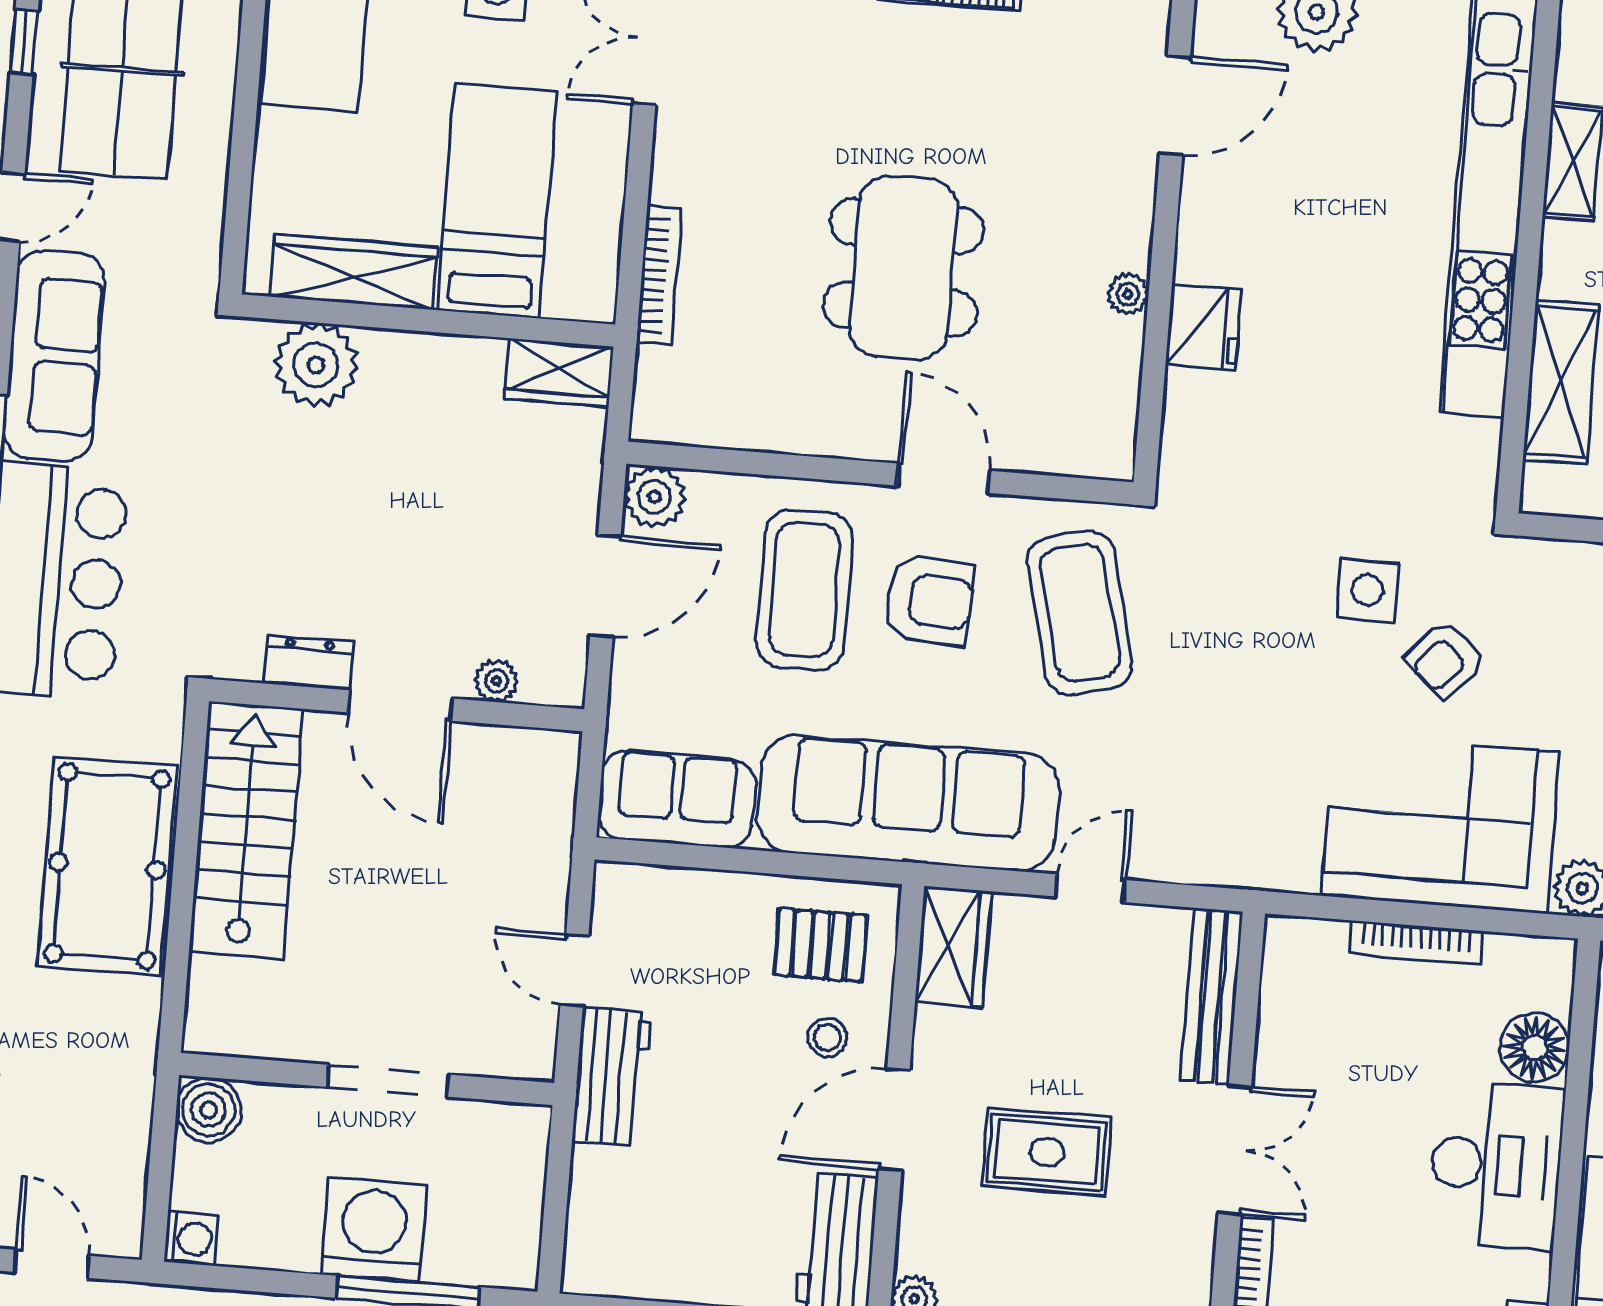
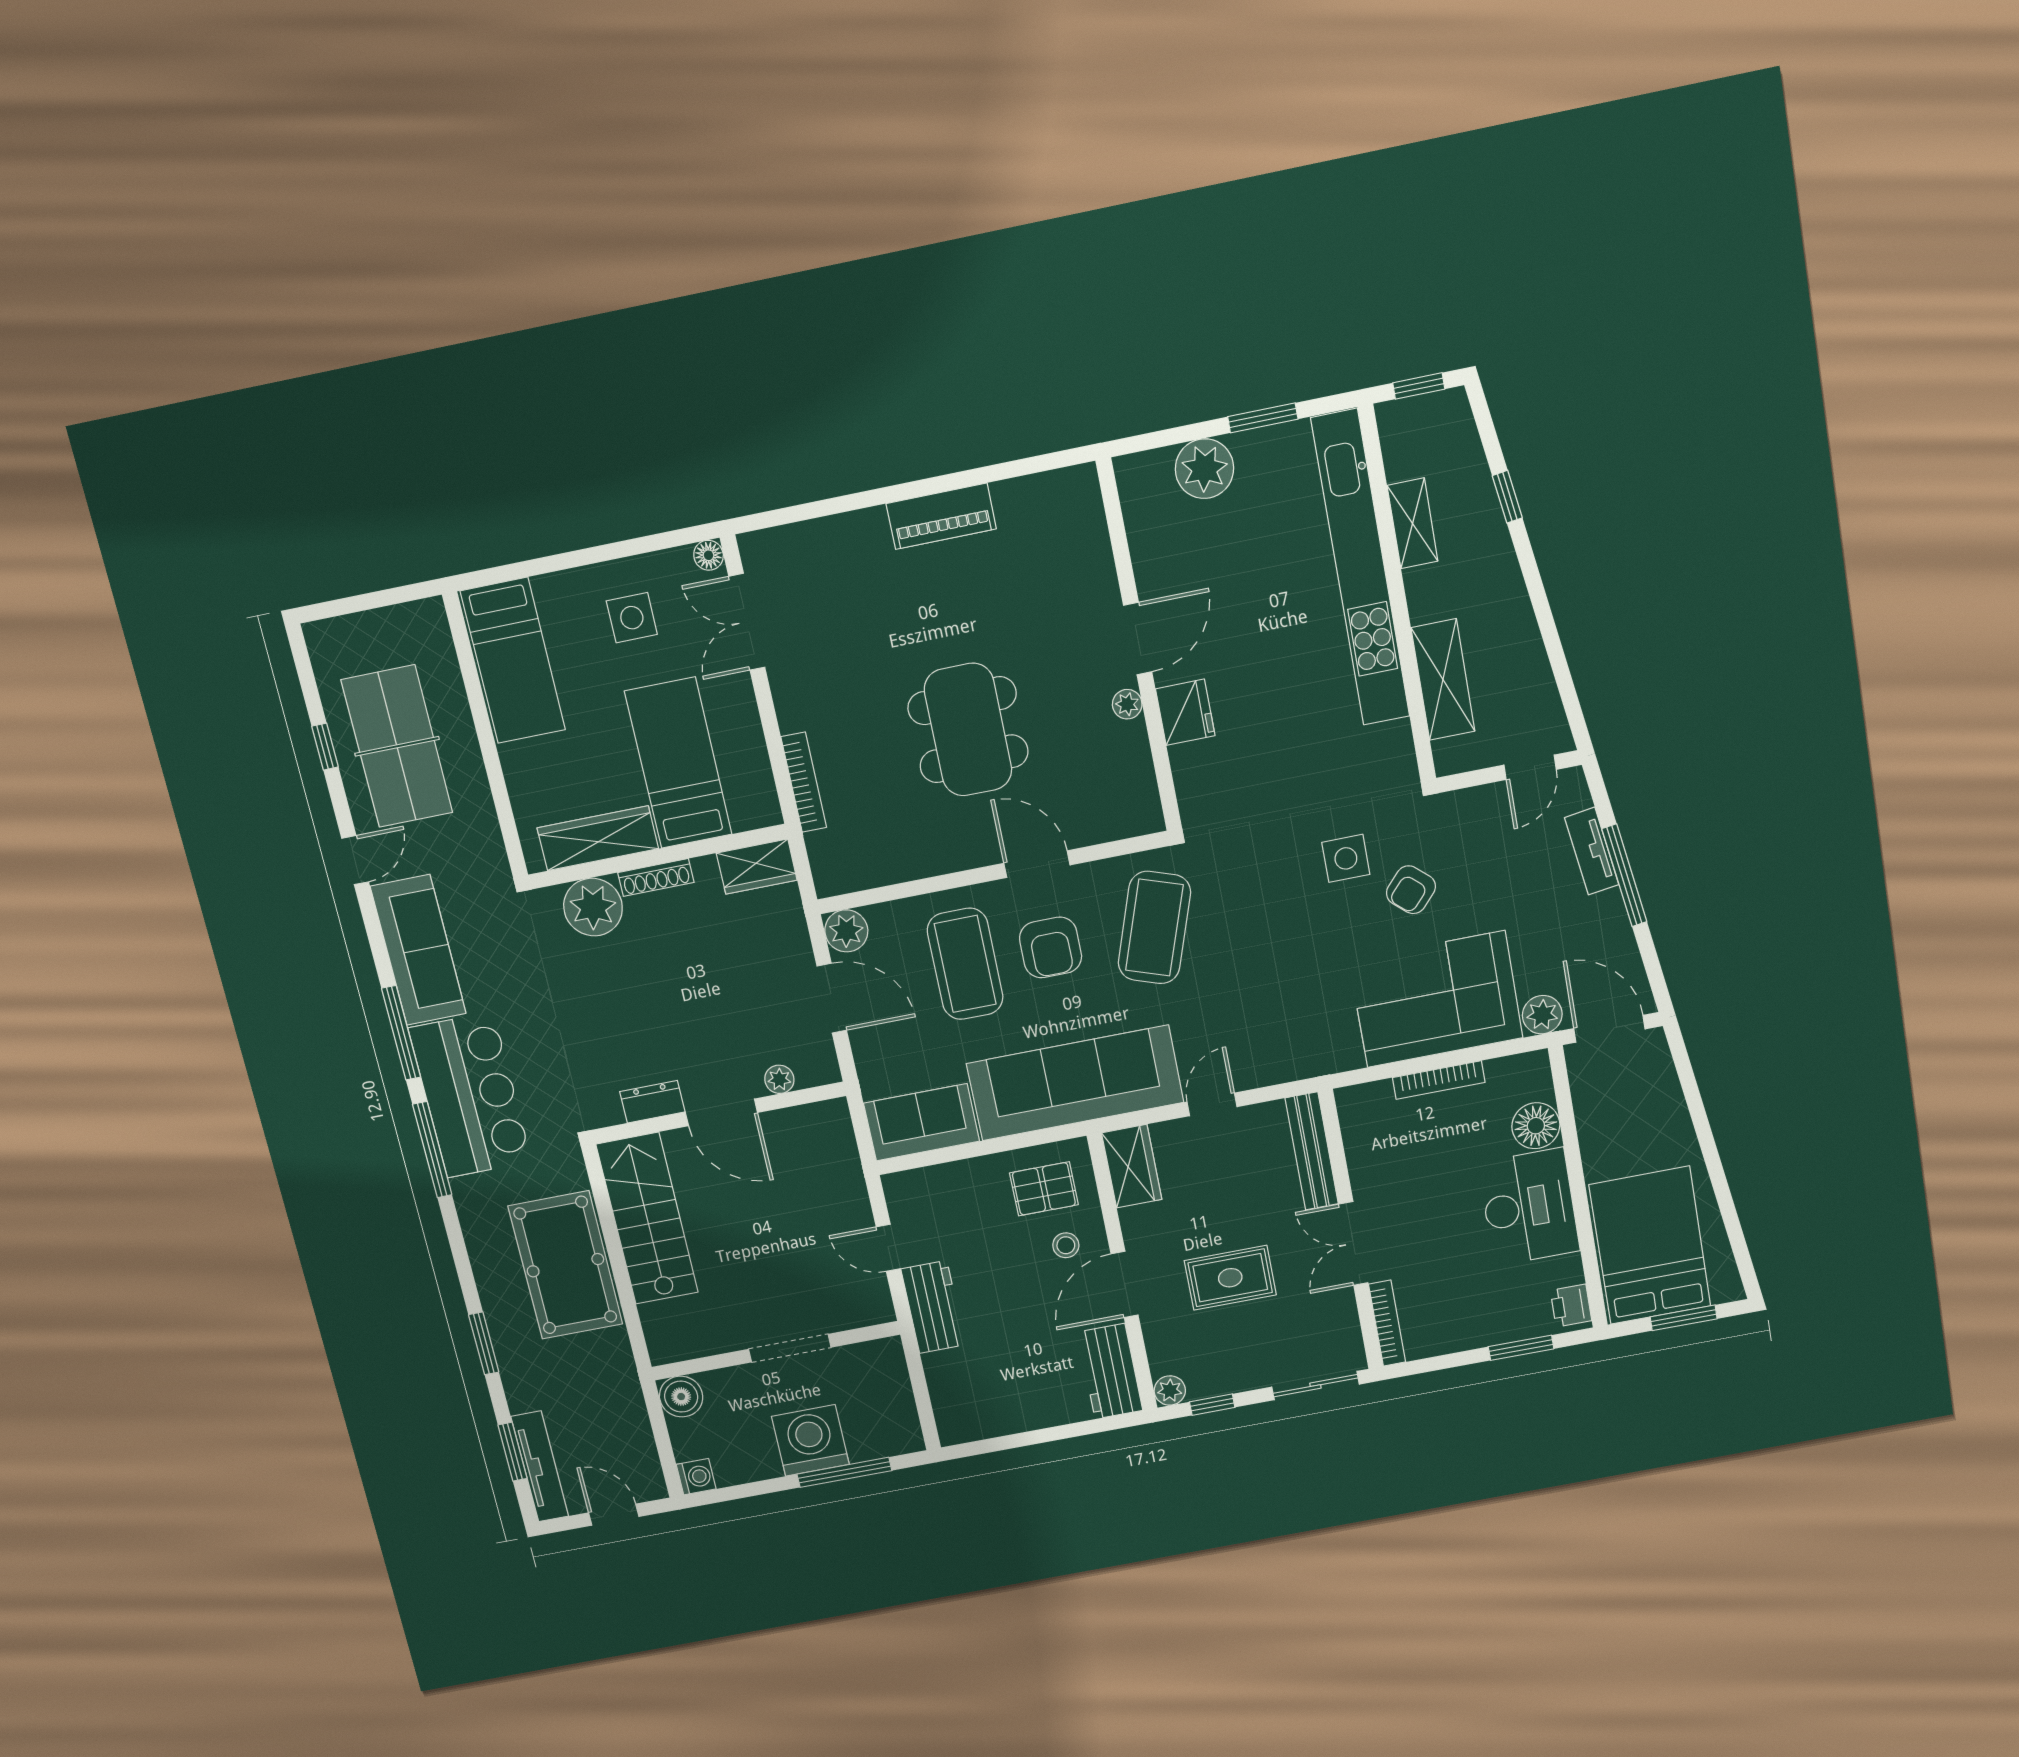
door: (1175, 105) -> (1138, 639), moved
shoe rack: (416, 348) -> (656, 877), added
door: (605, 586) -> (832, 998), hinge flipped
armchair: (929, 600) -> (1051, 947), turned 86
coffee table: (1080, 613) -> (1154, 928), turned 33
double door: (1235, 1150) -> (1353, 1244), swing flipped

